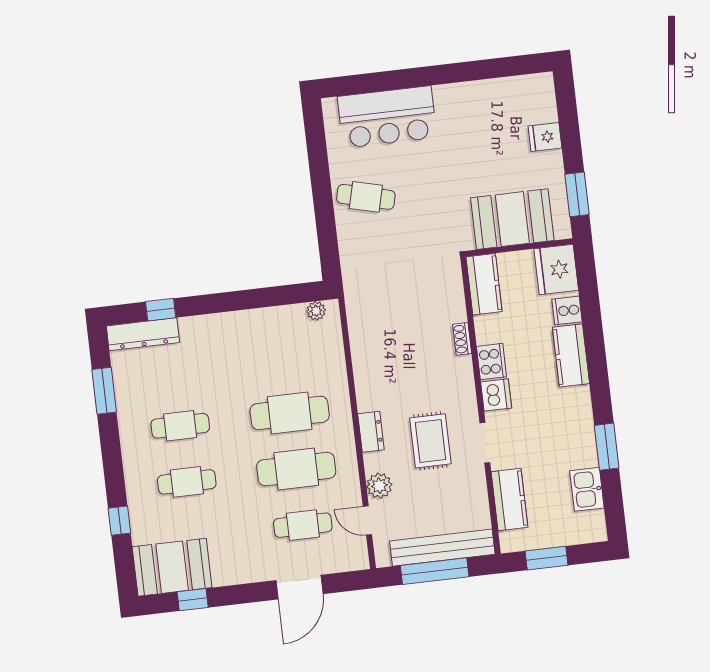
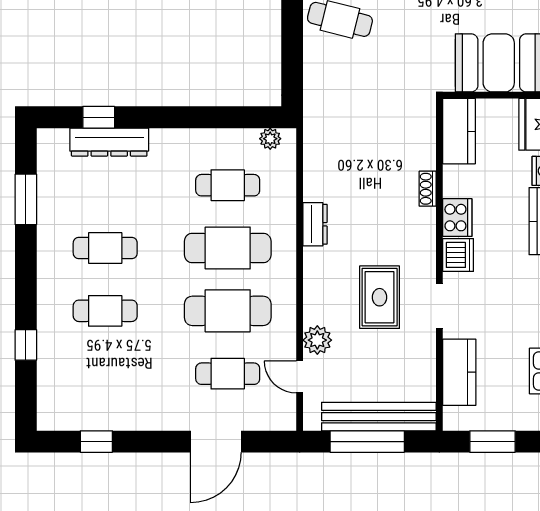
dresser: (143, 334) -> (109, 142), moved
cafe table: (283, 357) -> (228, 185), added
dresser: (371, 432) -> (315, 224), moved
booth: (172, 567) -> (78, 403), removed

